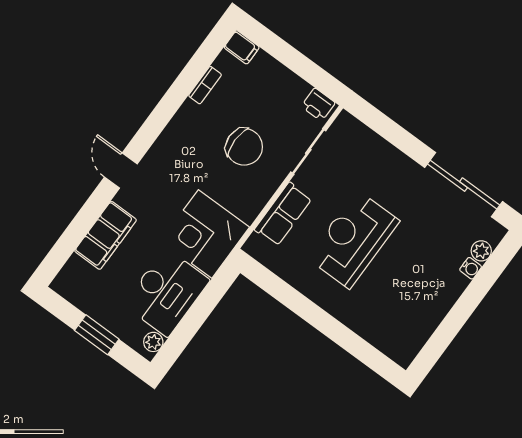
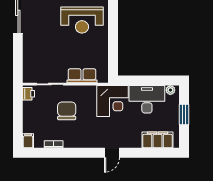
filing cabinet: (106, 235) -> (158, 140), moved
reception desk: (353, 239) -> (82, 20), moved

